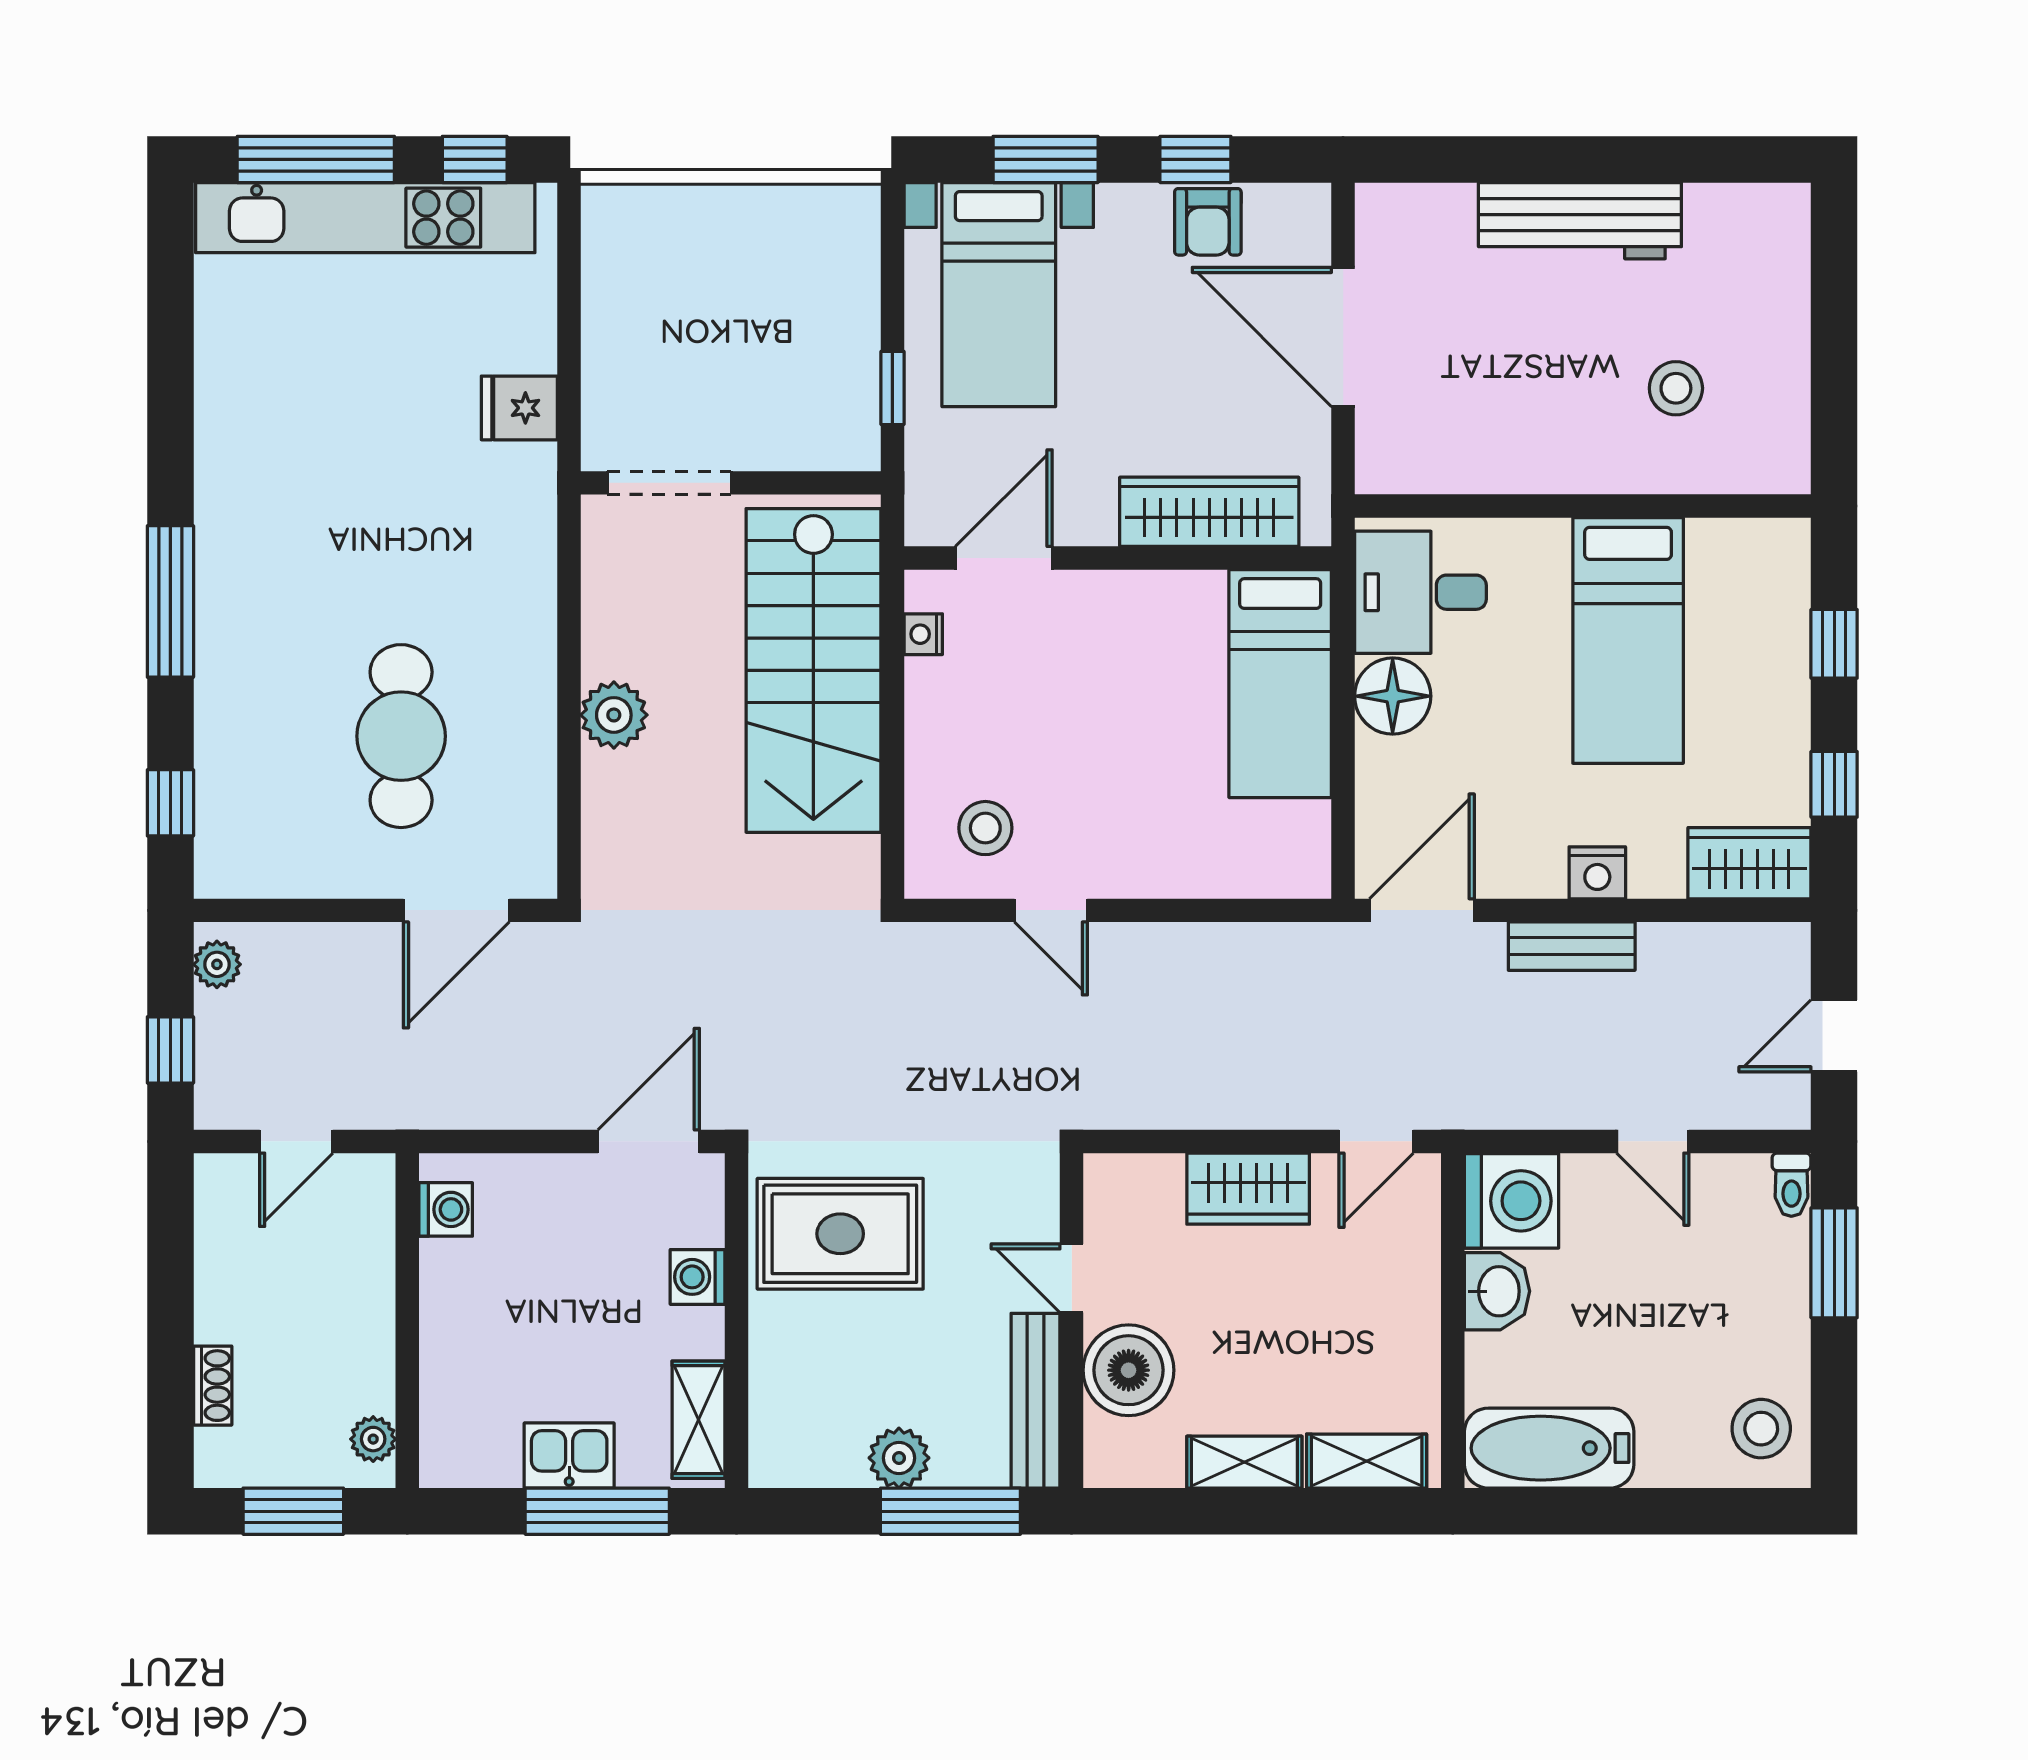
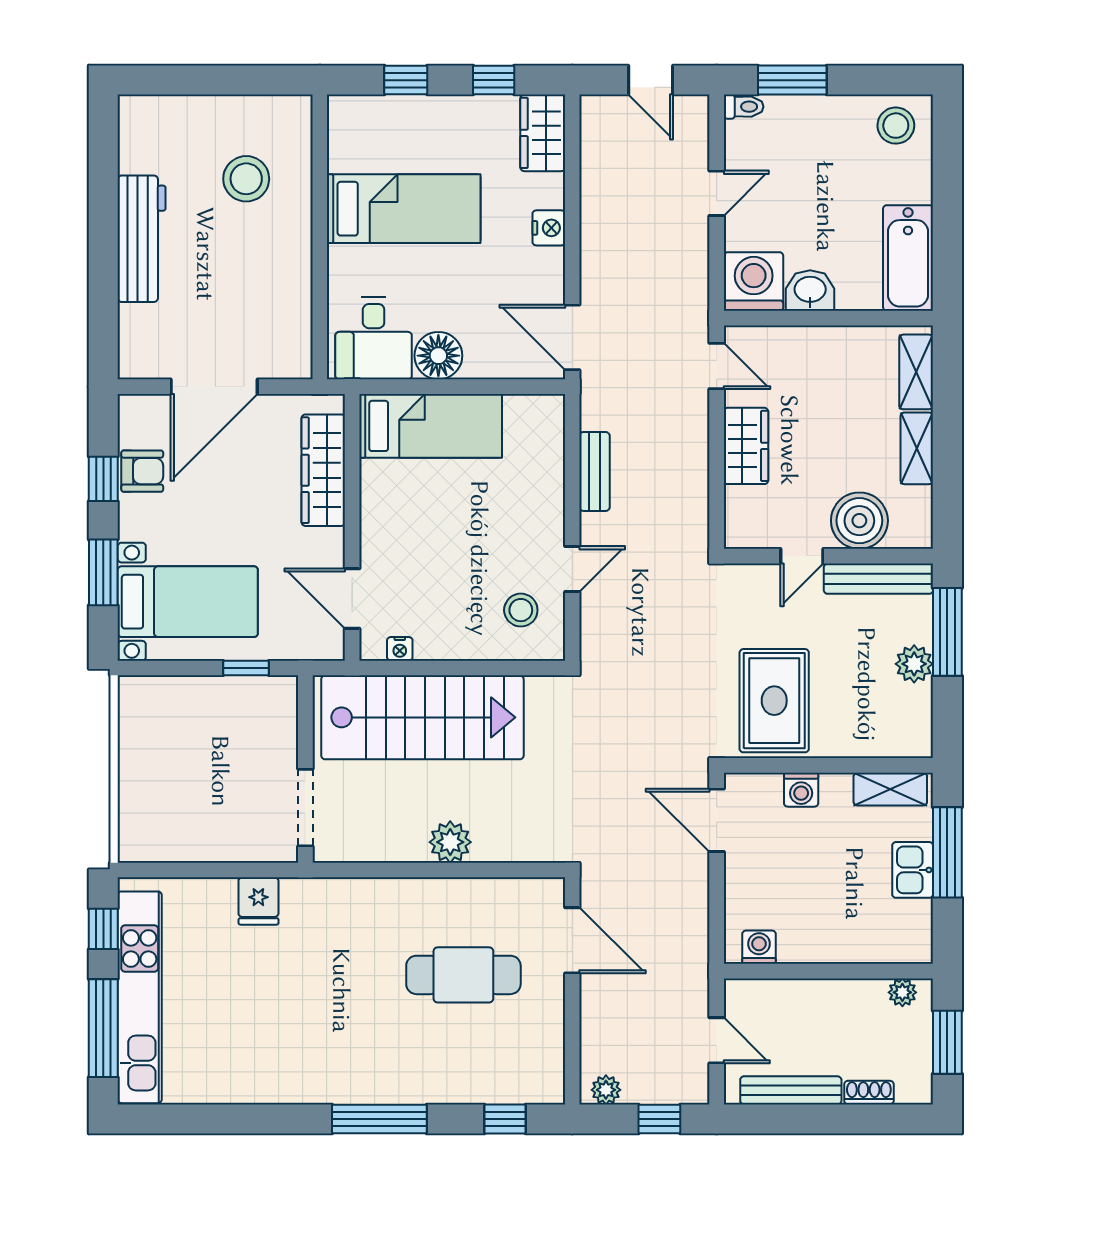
stool: (1676, 388) -> (246, 179), width x1.38, depth x1.38
bench: (1572, 946) -> (595, 471), moved
bench: (216, 1260) -> (791, 1090), added

